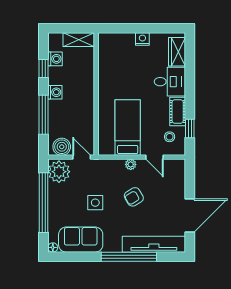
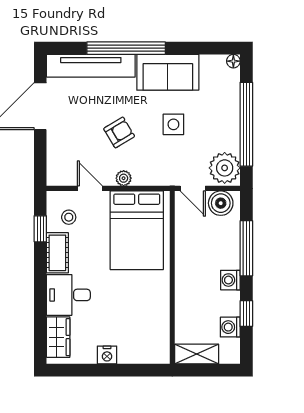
bed: (128, 128) -> (137, 230), width x1.50
sofa: (81, 240) -> (168, 72), moved

